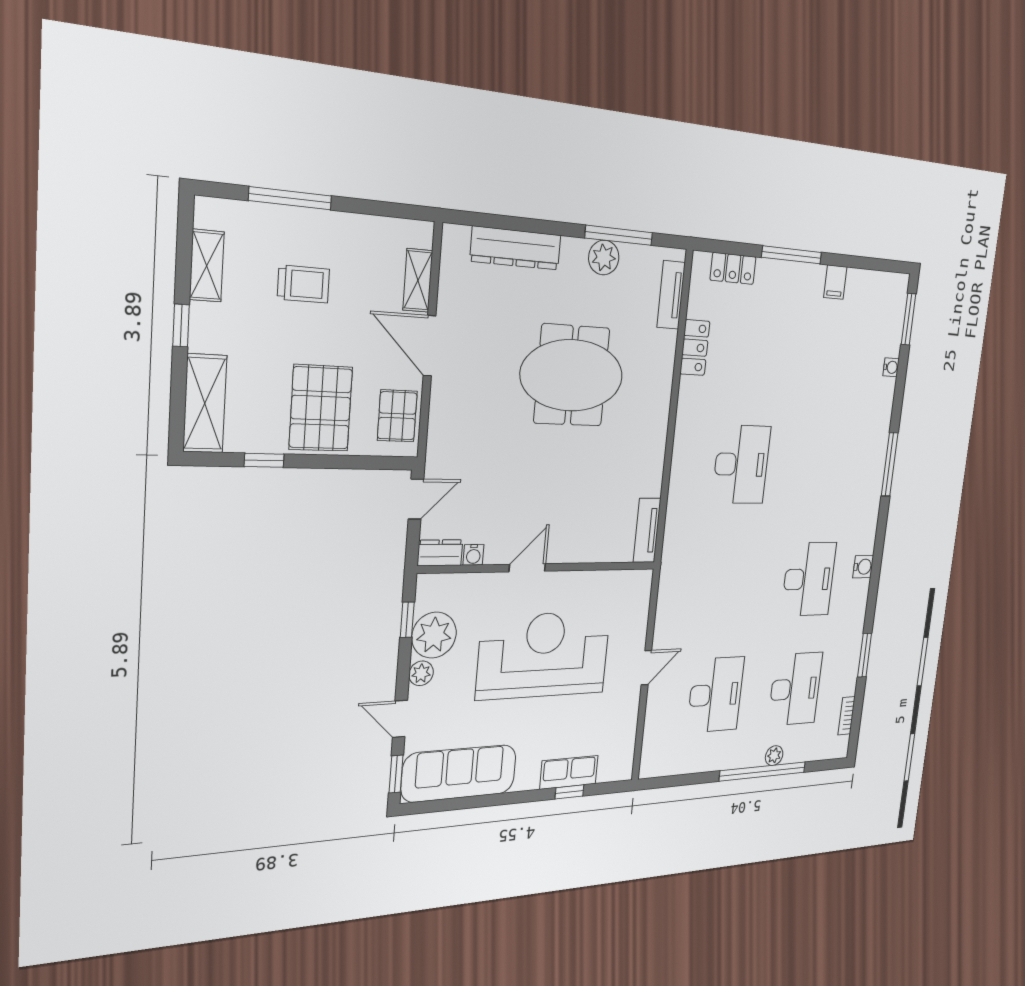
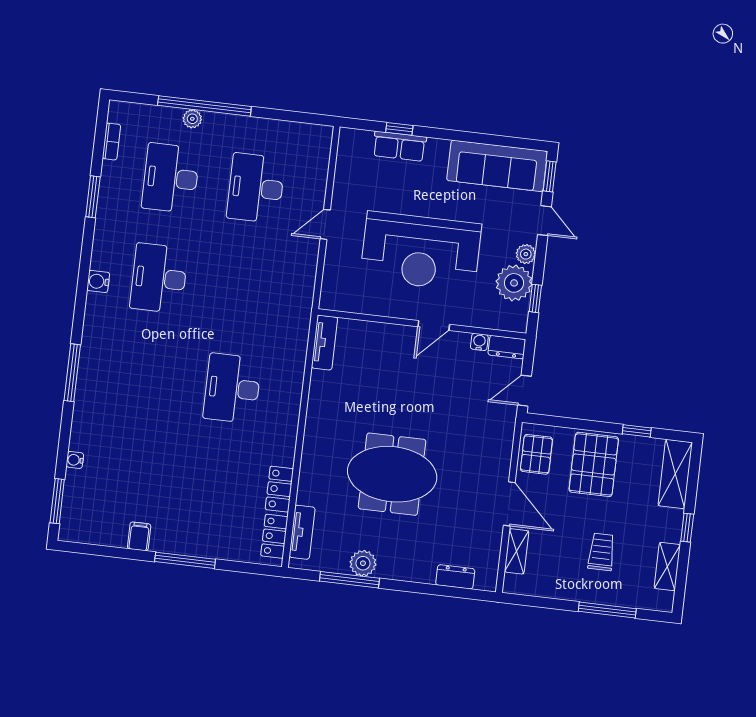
dresser: (516, 248) -> (455, 577), width x0.51, depth x0.80
locker: (733, 268) -> (274, 536), moved, turned -90
trolley: (303, 284) -> (601, 552), turned 90

